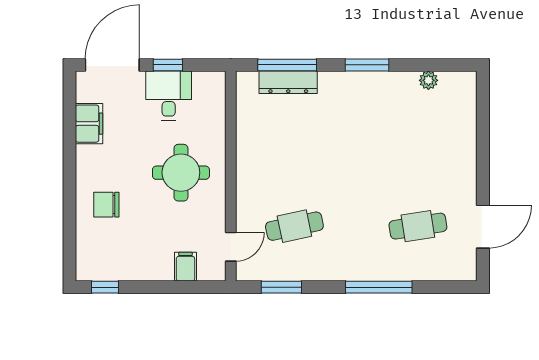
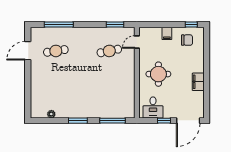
dresser: (288, 82) -> (112, 113), removed
desk: (169, 96) -> (153, 107), moved
filing cabinet: (89, 124) -> (198, 82), moved
chair: (106, 205) -> (187, 40), moved
filing cabinet: (185, 267) -> (167, 33), moved
window: (379, 287) -> (59, 25), moved

